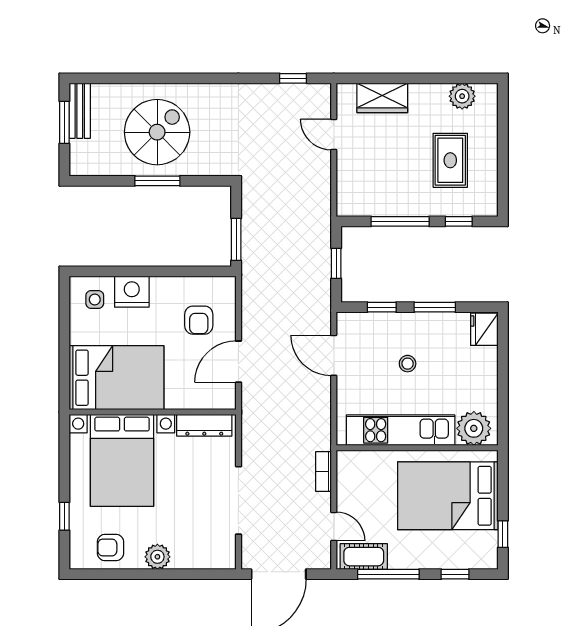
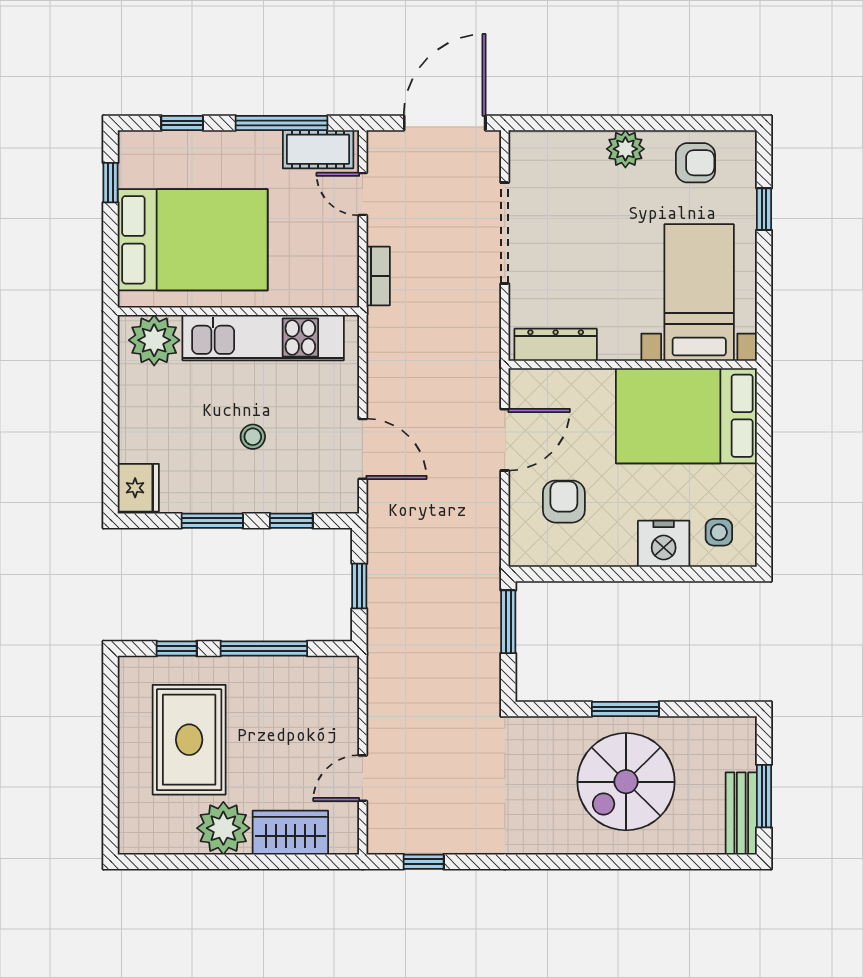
plant: (462, 96) -> (223, 828), moved, width x1.36, depth x1.36
door: (334, 134) -> (363, 778), swing flipped
rug: (450, 160) -> (189, 740), width x1.36, depth x1.43
bed with nightstands: (122, 460) -> (699, 293), width x0.73

